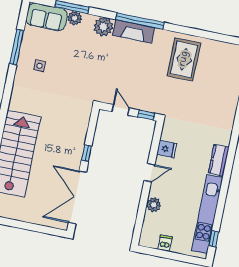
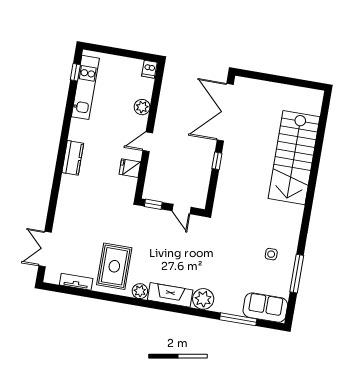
plant: (75, 18) -> (140, 291), moved
window: (140, 21) -> (164, 307), removed
tv unit: (219, 46) -> (76, 282), added
double door: (77, 197) -> (225, 112), swing flipped
kitchen unit: (207, 214) -> (85, 87), width x0.73
dishwasher: (165, 243) -> (149, 69), moved

